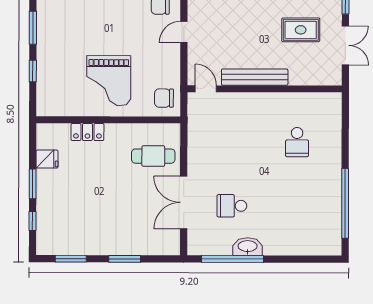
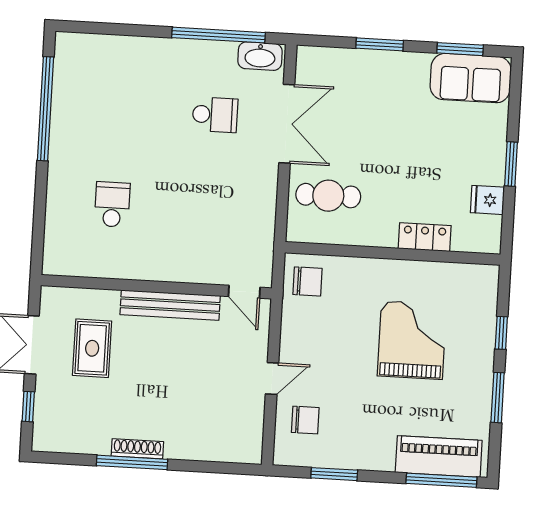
rug: (301, 30) -> (92, 348), moved, turned 90
grand piano: (109, 81) -> (412, 340), moved
window: (33, 221) -> (514, 109), removed
sofa: (63, 240) -> (471, 78), added
washbasin: (248, 247) -> (260, 56), moved

